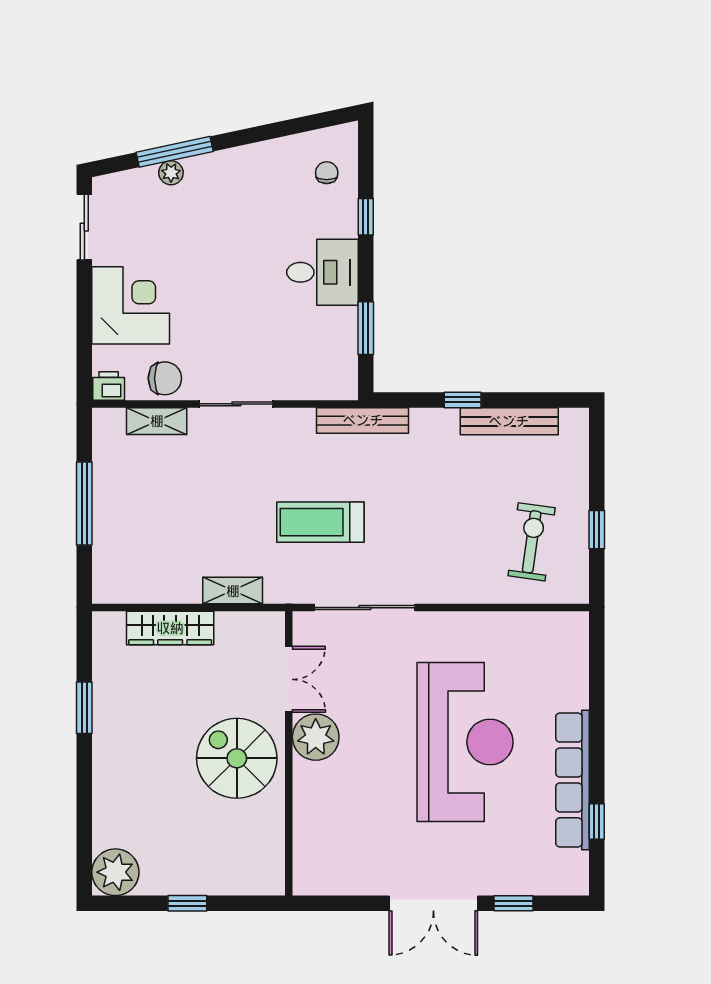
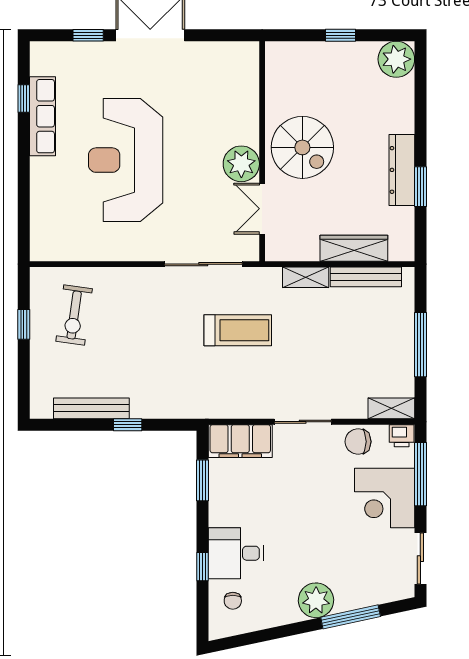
plant: (171, 173) -> (316, 600), moved, width x1.87, depth x1.87
desk: (322, 272) -> (236, 553), moved
window: (84, 336) -> (420, 474), added
filing cabinet: (317, 379) -> (240, 441), added
bench: (363, 420) -> (366, 277), moved
shelving: (157, 421) -> (391, 408), moved
dresser: (108, 729) -> (402, 170), added
row of seats: (573, 780) -> (42, 116), width x0.73

